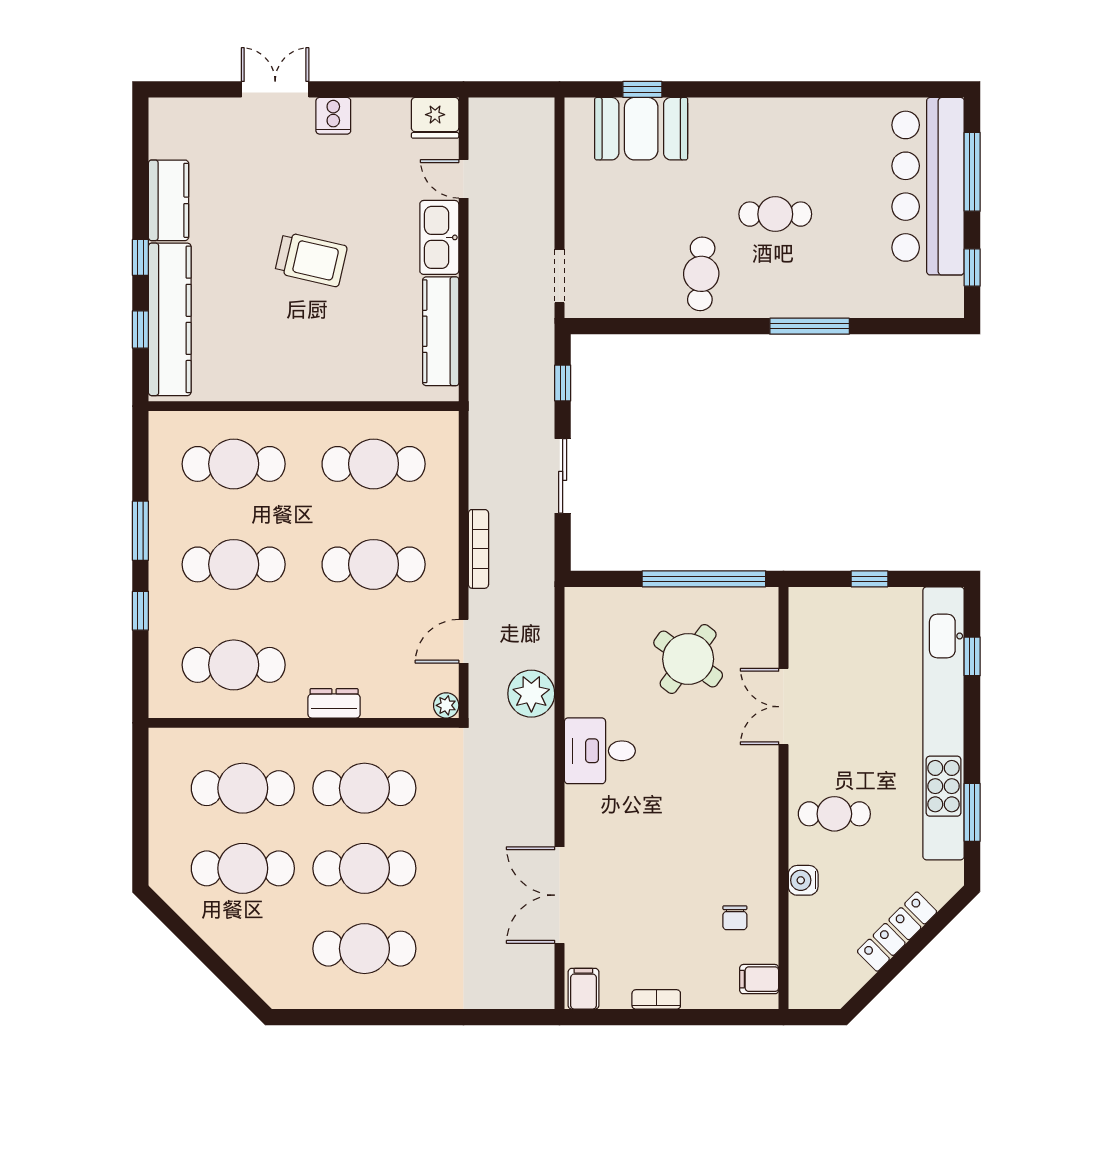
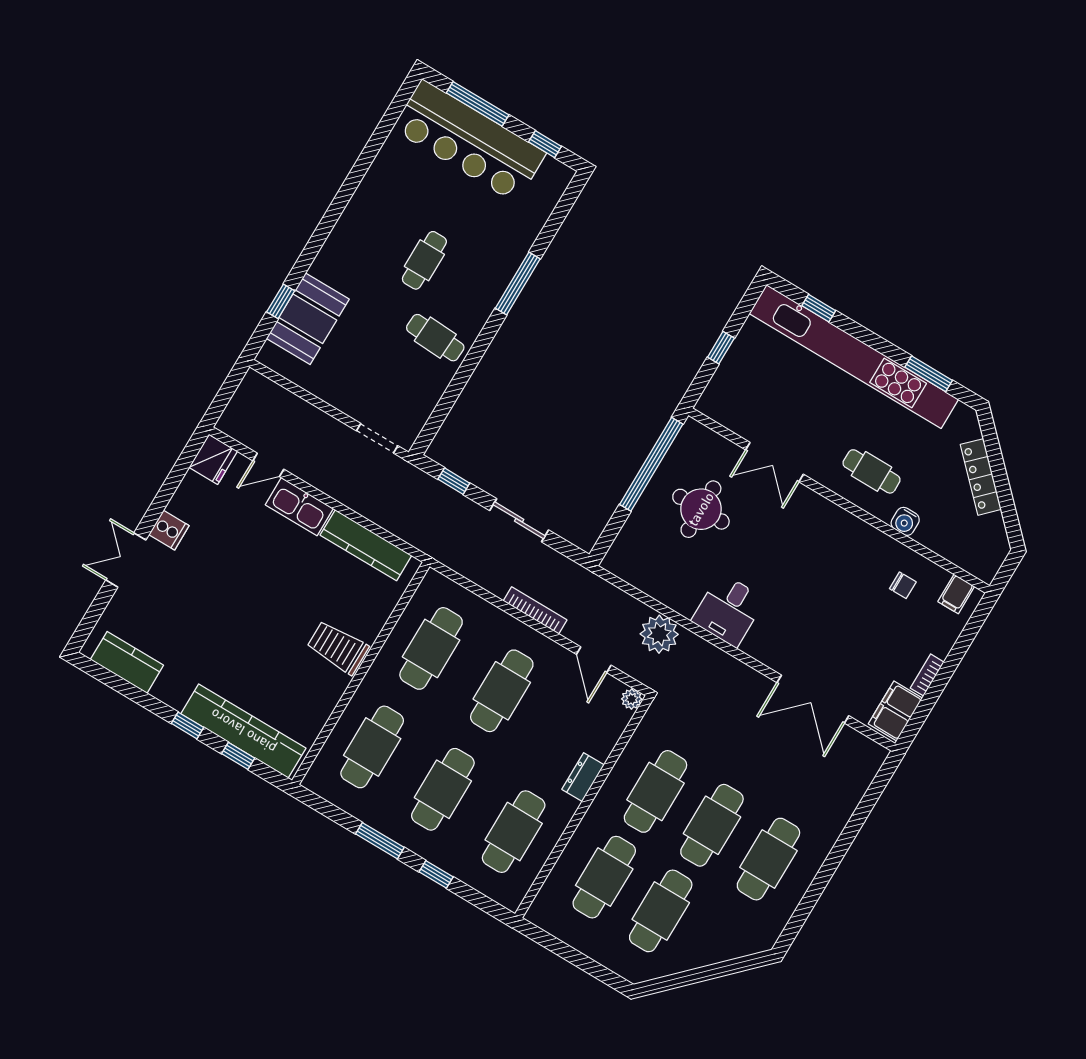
kitchen counter: (169, 200) -> (127, 662), moved
trolley: (311, 259) -> (338, 647), moved, turned -103
round table: (688, 659) -> (701, 509), turned -36
cafe table: (834, 814) -> (872, 471), turned 90
filing cabinet: (583, 989) -> (895, 711), width x2.00

